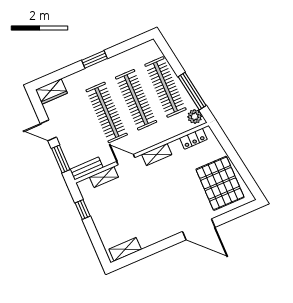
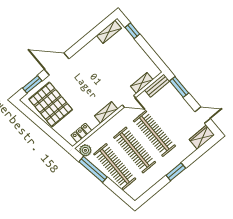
door: (48, 130) -> (203, 115), moved
window: (83, 210) -> (132, 31), moved
window: (235, 214) -> (32, 84), added

